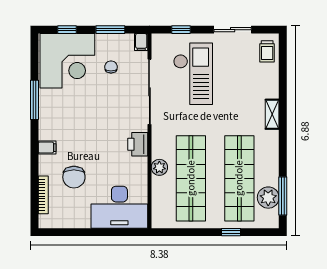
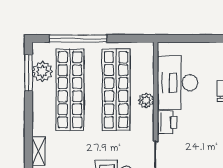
desk: (119, 207) -> (178, 83), moved, turned -90
window: (231, 232) -> (78, 38), width x3.17

